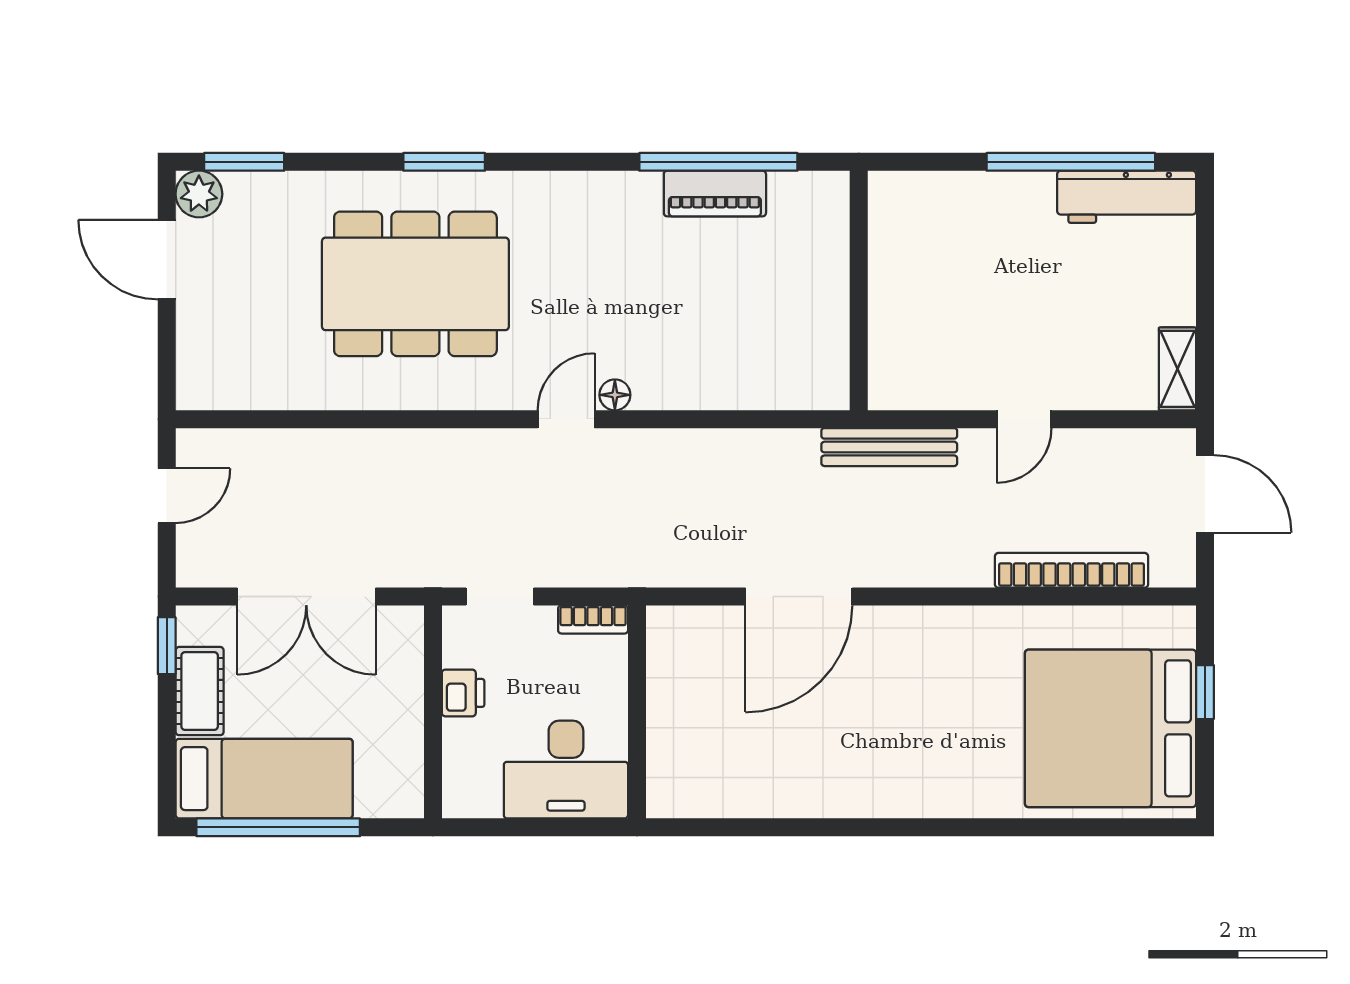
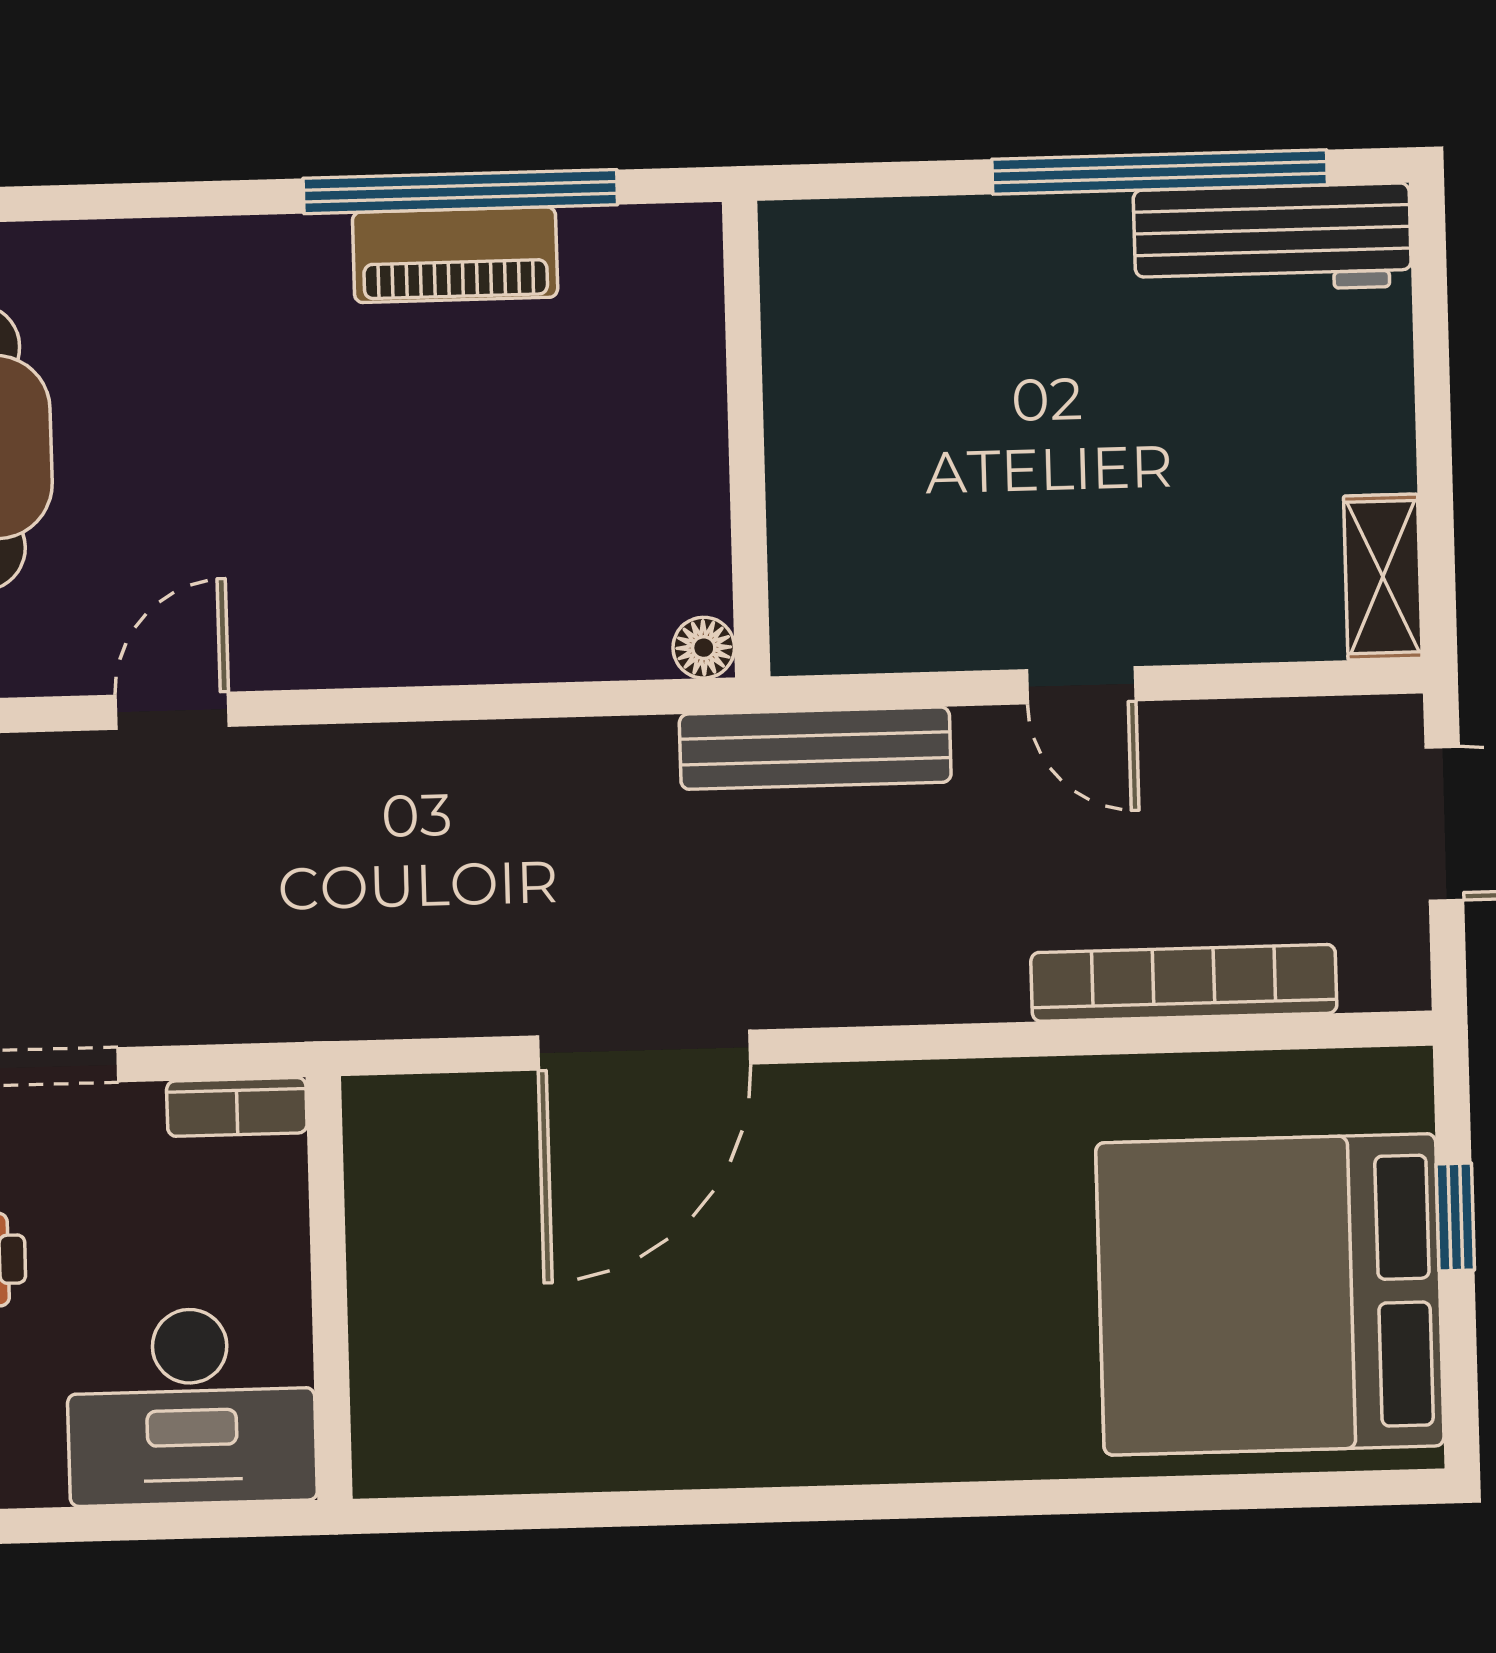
floor lamp: (615, 395) -> (704, 648), moved
door: (1024, 419) -> (1081, 685), hinge flipped

